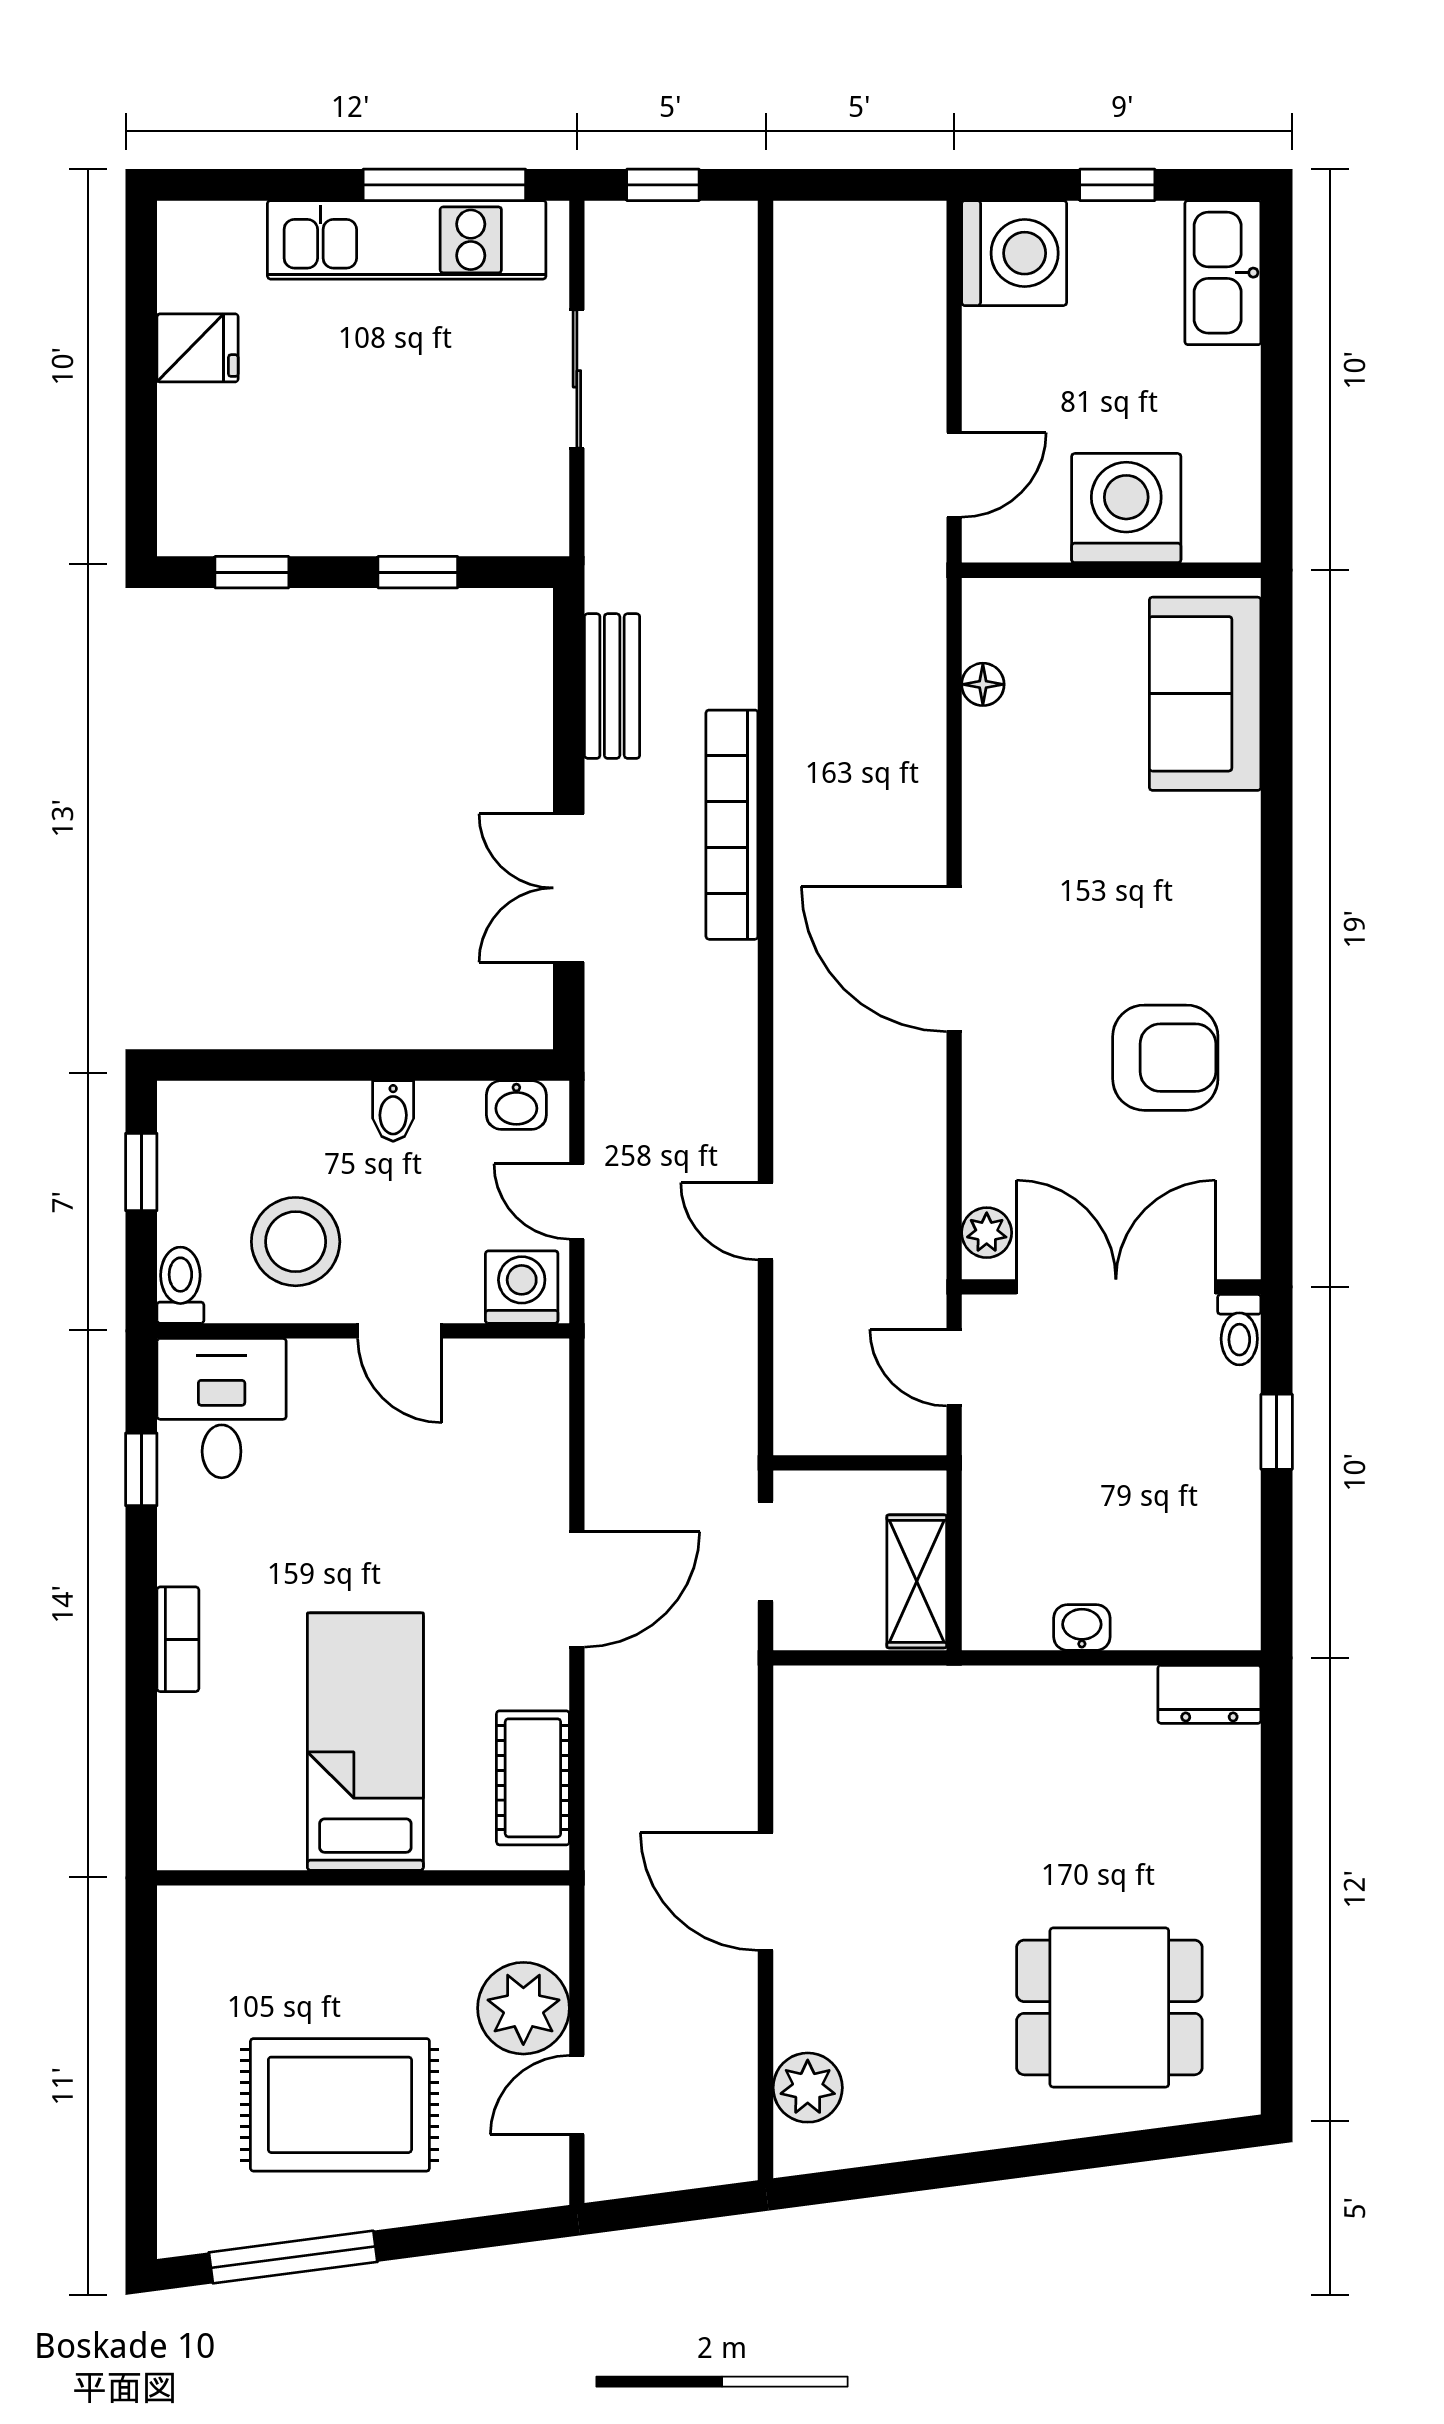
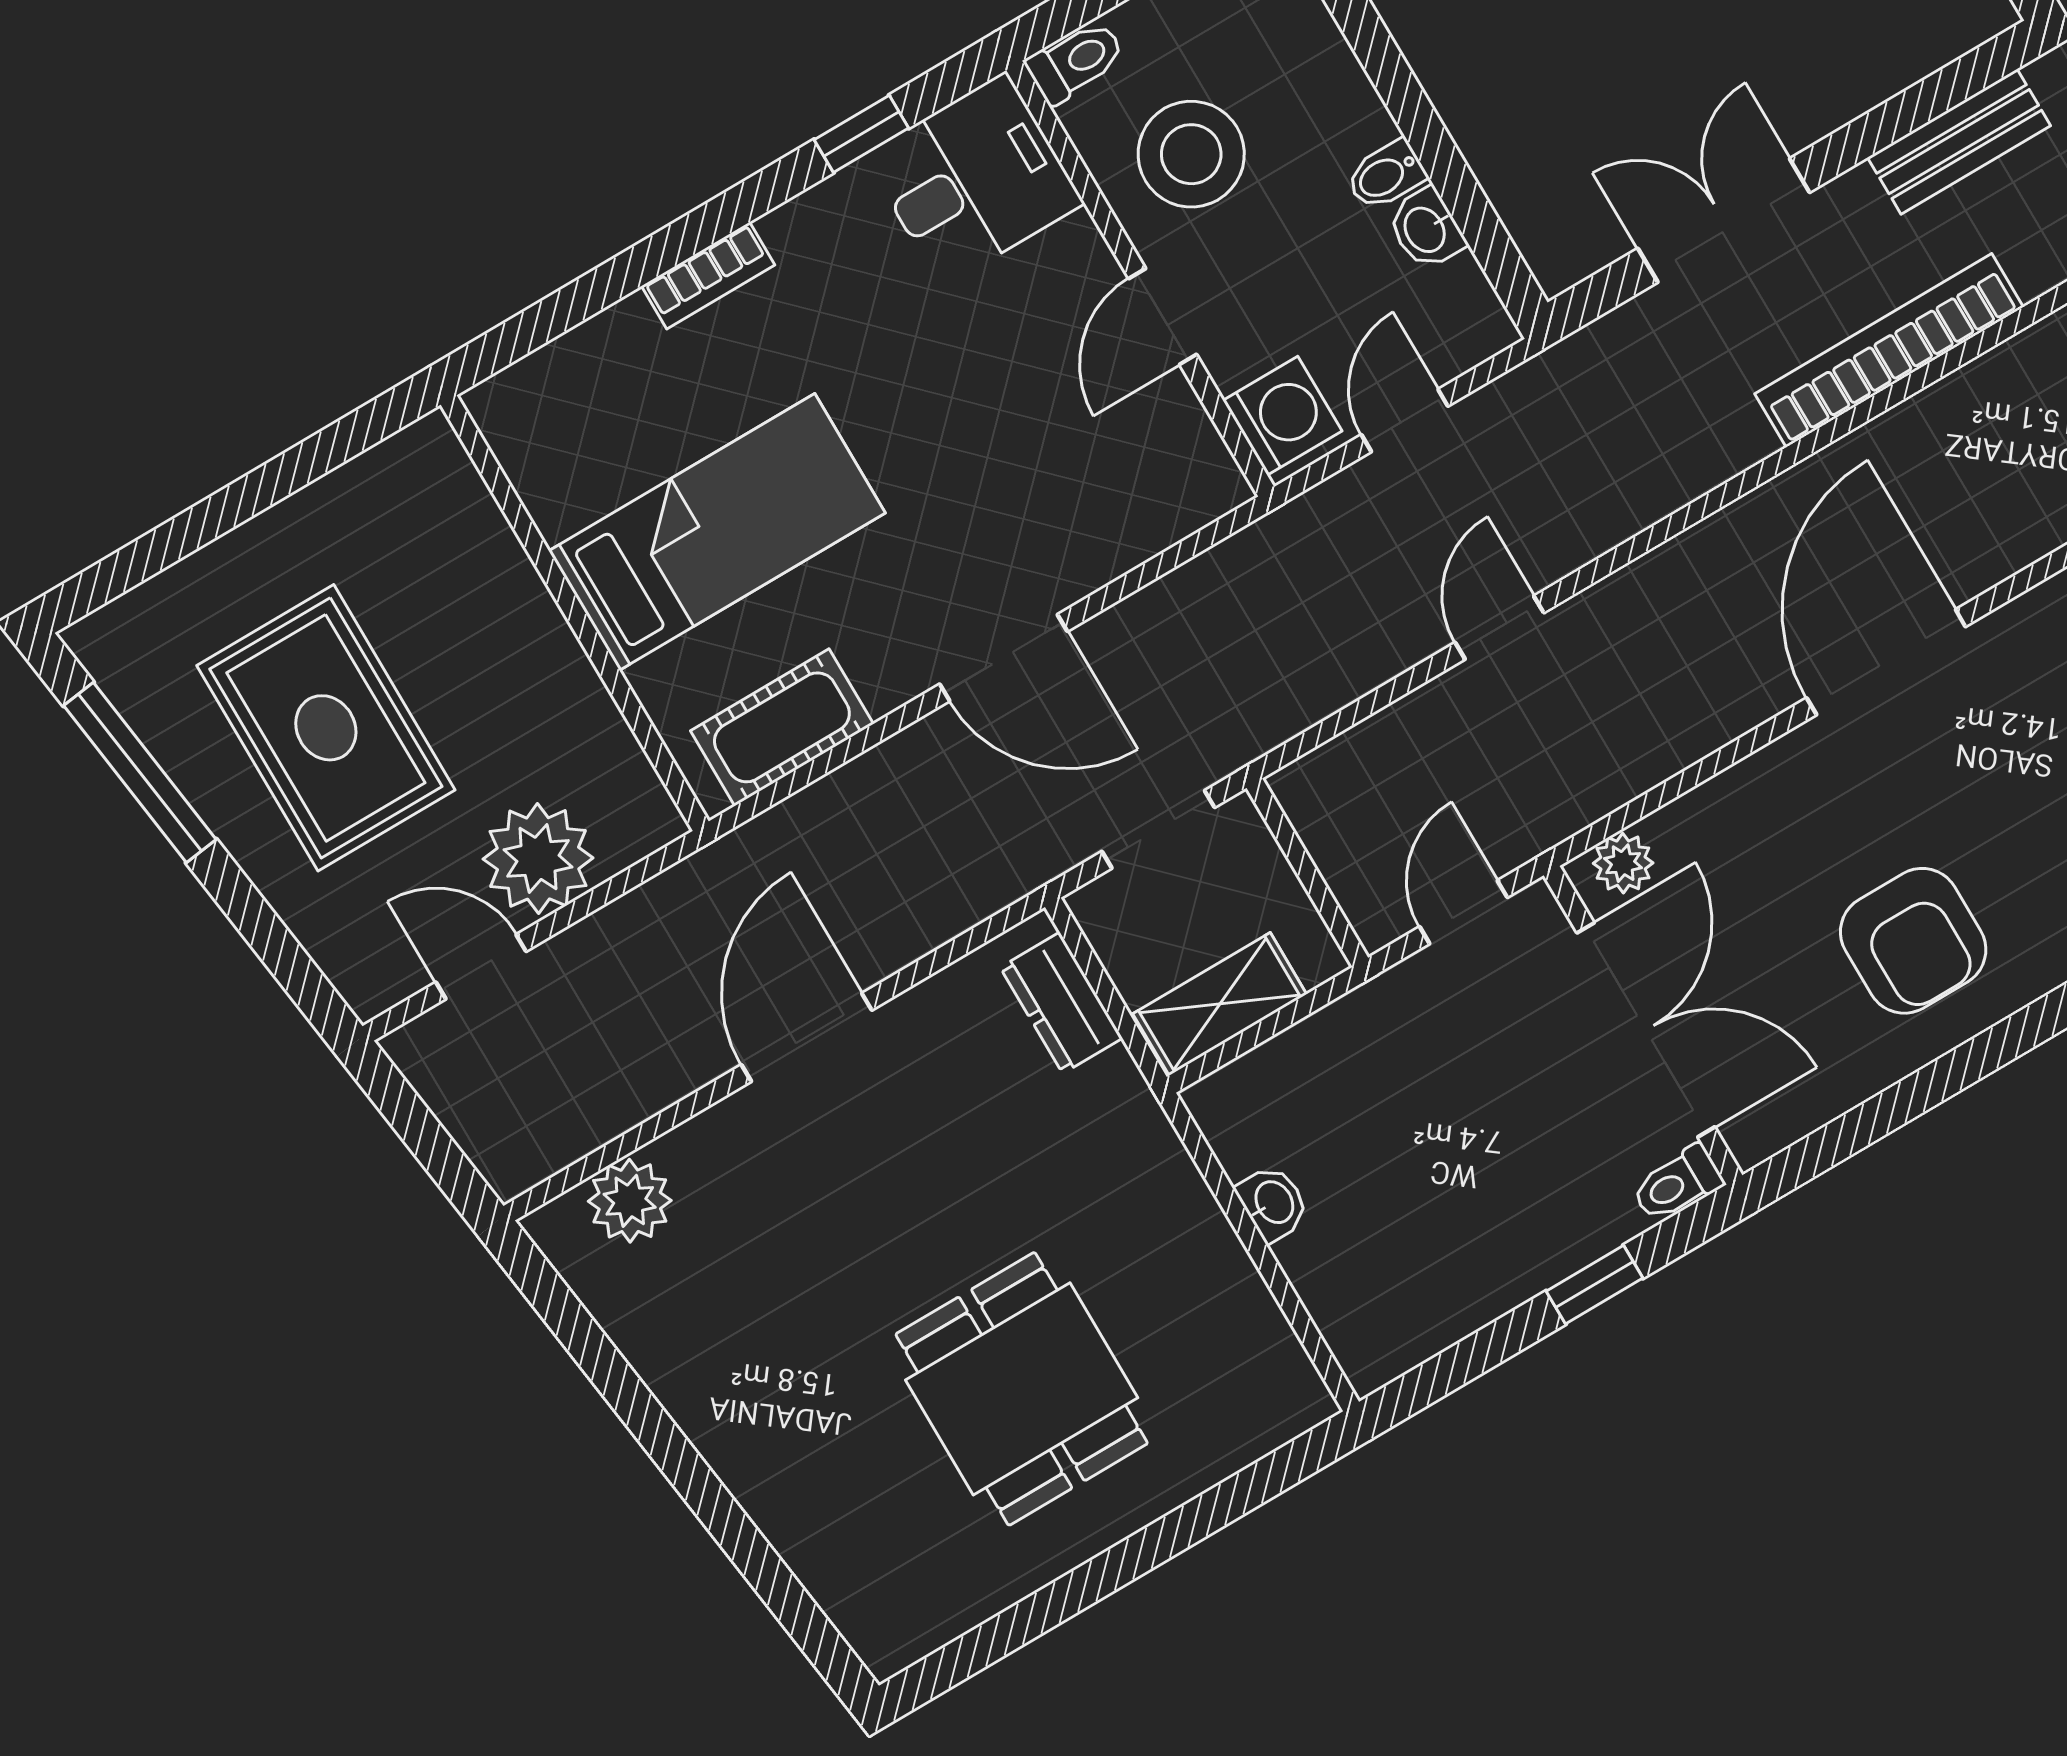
washbasin: (516, 1105) -> (1426, 229), moved
dresser: (1209, 1694) -> (1061, 1003), moved
dining table: (1109, 2007) -> (1022, 1389), moved

